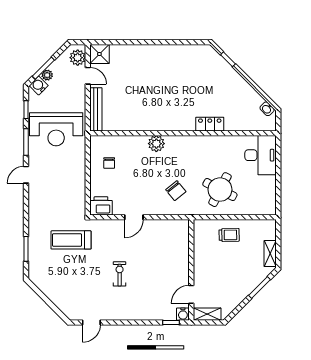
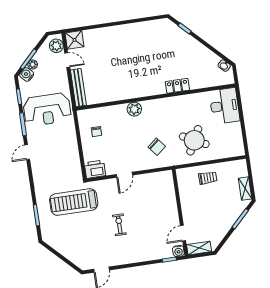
treadmill: (71, 240) -> (74, 202), width x1.37, depth x1.38

